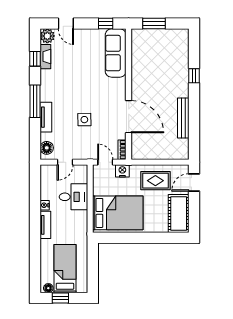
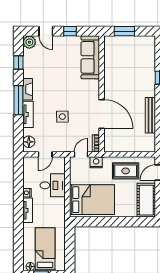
window: (106, 24) -> (70, 31), moved
fireplace: (45, 57) -> (28, 89), moved
door: (105, 162) -> (81, 154), hinge flipped

